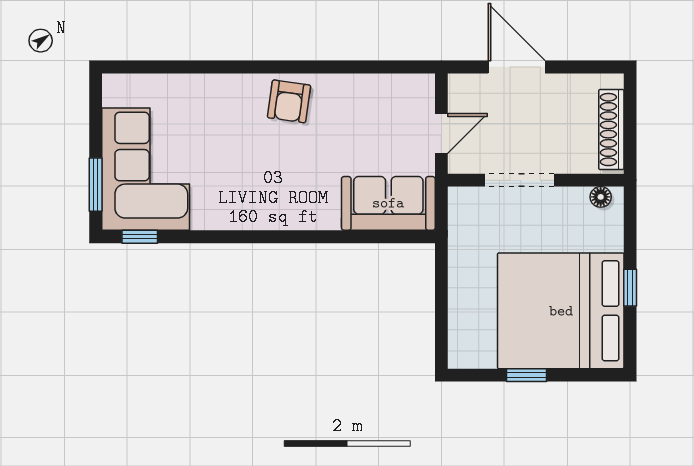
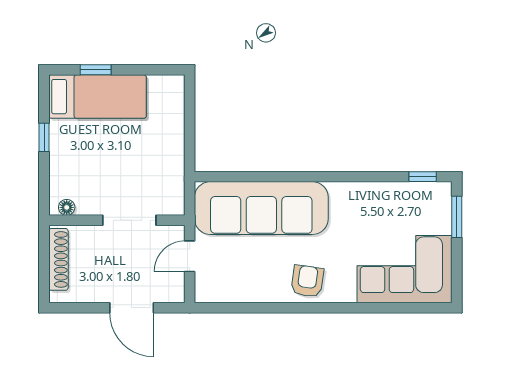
corner sofa: (146, 169) -> (404, 269), moved, turned 90
sofa: (388, 203) -> (261, 208), width x1.85, depth x1.27
bed: (561, 311) -> (98, 97), width x0.49
window: (526, 375) -> (96, 70), moved

